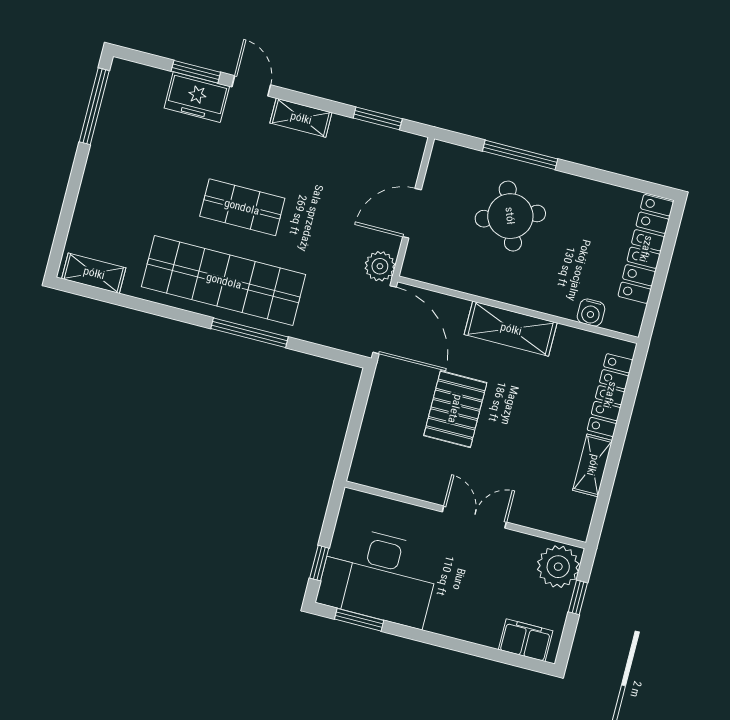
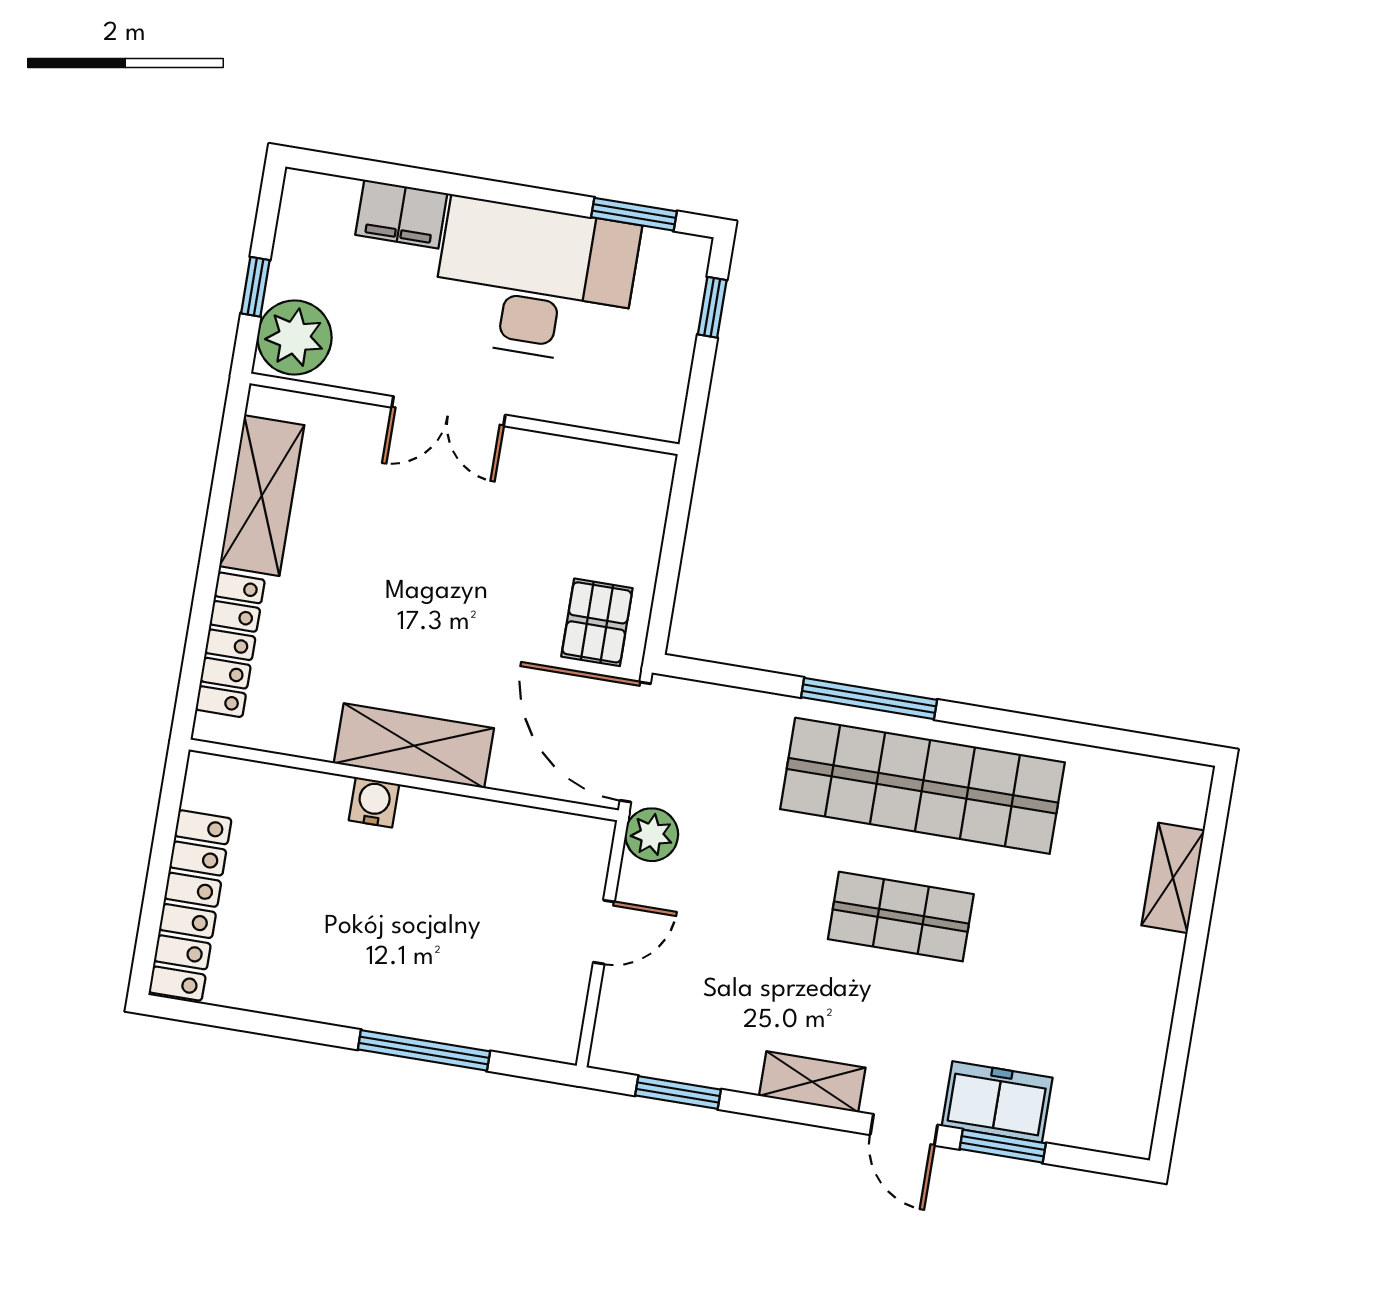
window: (94, 106) -> (1175, 1070), removed
door: (412, 213) -> (604, 932), width x0.73
round table: (510, 216) -> (432, 942), removed
shelving: (94, 273) -> (1173, 878), moved, turned 90
water cooler: (591, 313) -> (374, 802), moved
pallet: (455, 409) -> (597, 622), moved, width x0.67, depth x0.71
shelving: (593, 465) -> (262, 496), width x1.50, depth x1.33
desk: (379, 576) -> (535, 281), moved
filing cabinet: (526, 640) -> (401, 214), moved

